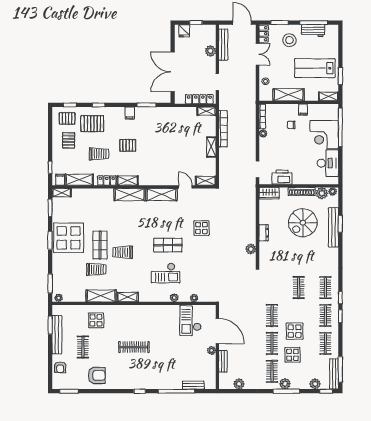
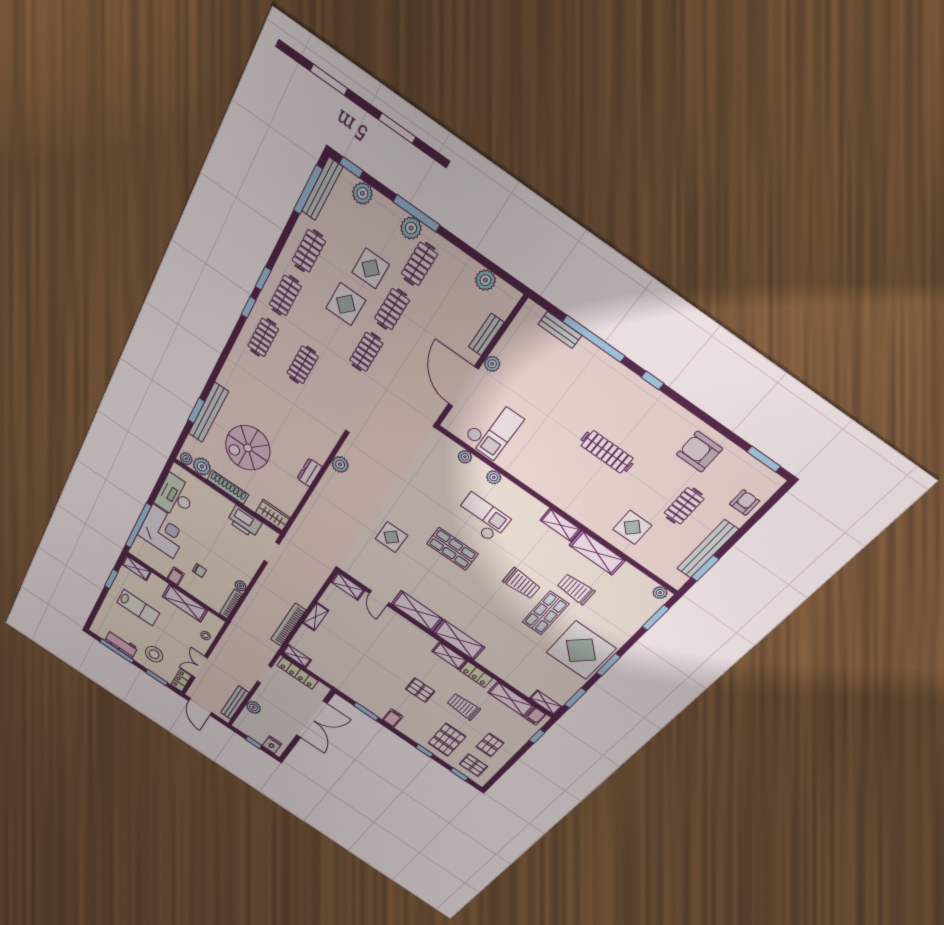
lab bench: (315, 68) -> (138, 608), width x0.73, depth x0.72
pallet: (92, 124) -> (447, 740), turned 90
spiral stairs: (303, 223) -> (248, 448), turned 180

